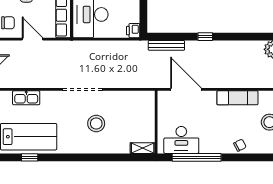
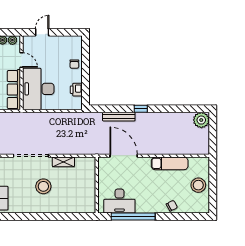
printer: (133, 31) -> (76, 90), moved
bench: (166, 45) -> (119, 117), moved
shelving: (143, 148) -> (63, 162), moved

